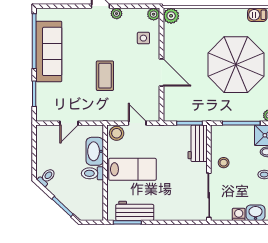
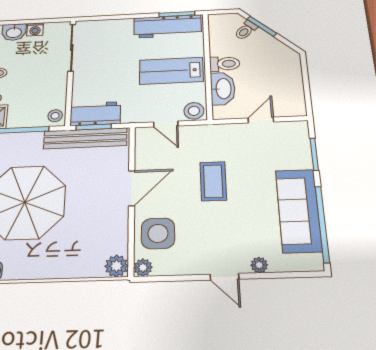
plant: (117, 14) -> (259, 265), moved
side table: (143, 38) -> (158, 233), width x1.87, depth x1.87
door: (161, 73) -> (132, 188), swing flipped
bench: (195, 114) -> (85, 138), added
workbench: (198, 143) -> (95, 114), moved, turned -90
stool: (224, 163) -> (55, 116), moved
toilet: (47, 177) -> (246, 30), moved
workbench: (135, 211) -> (168, 26), width x1.38

